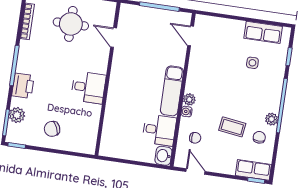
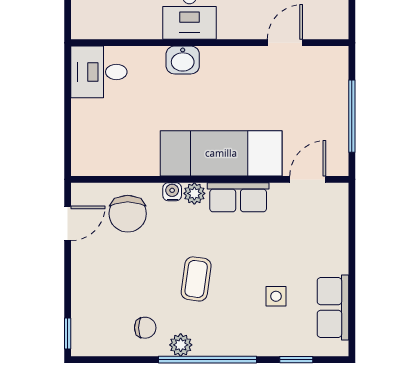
exam couch: (172, 91) -> (221, 153), width x1.36, depth x1.45
coffee table: (232, 127) -> (196, 279), moved
desk: (159, 130) -> (99, 72), moved, turned 90
chair: (195, 138) -> (128, 214), width x1.87, depth x1.87
washbasin: (163, 156) -> (183, 60), moved, turned 180
row of seats: (253, 170) -> (238, 197), moved, turned 90

